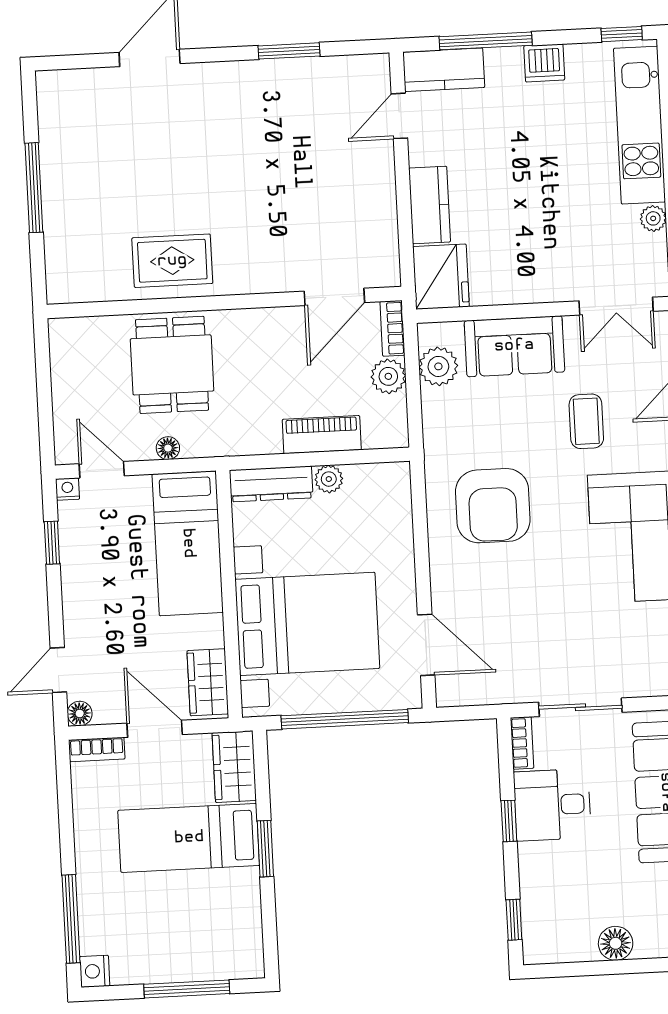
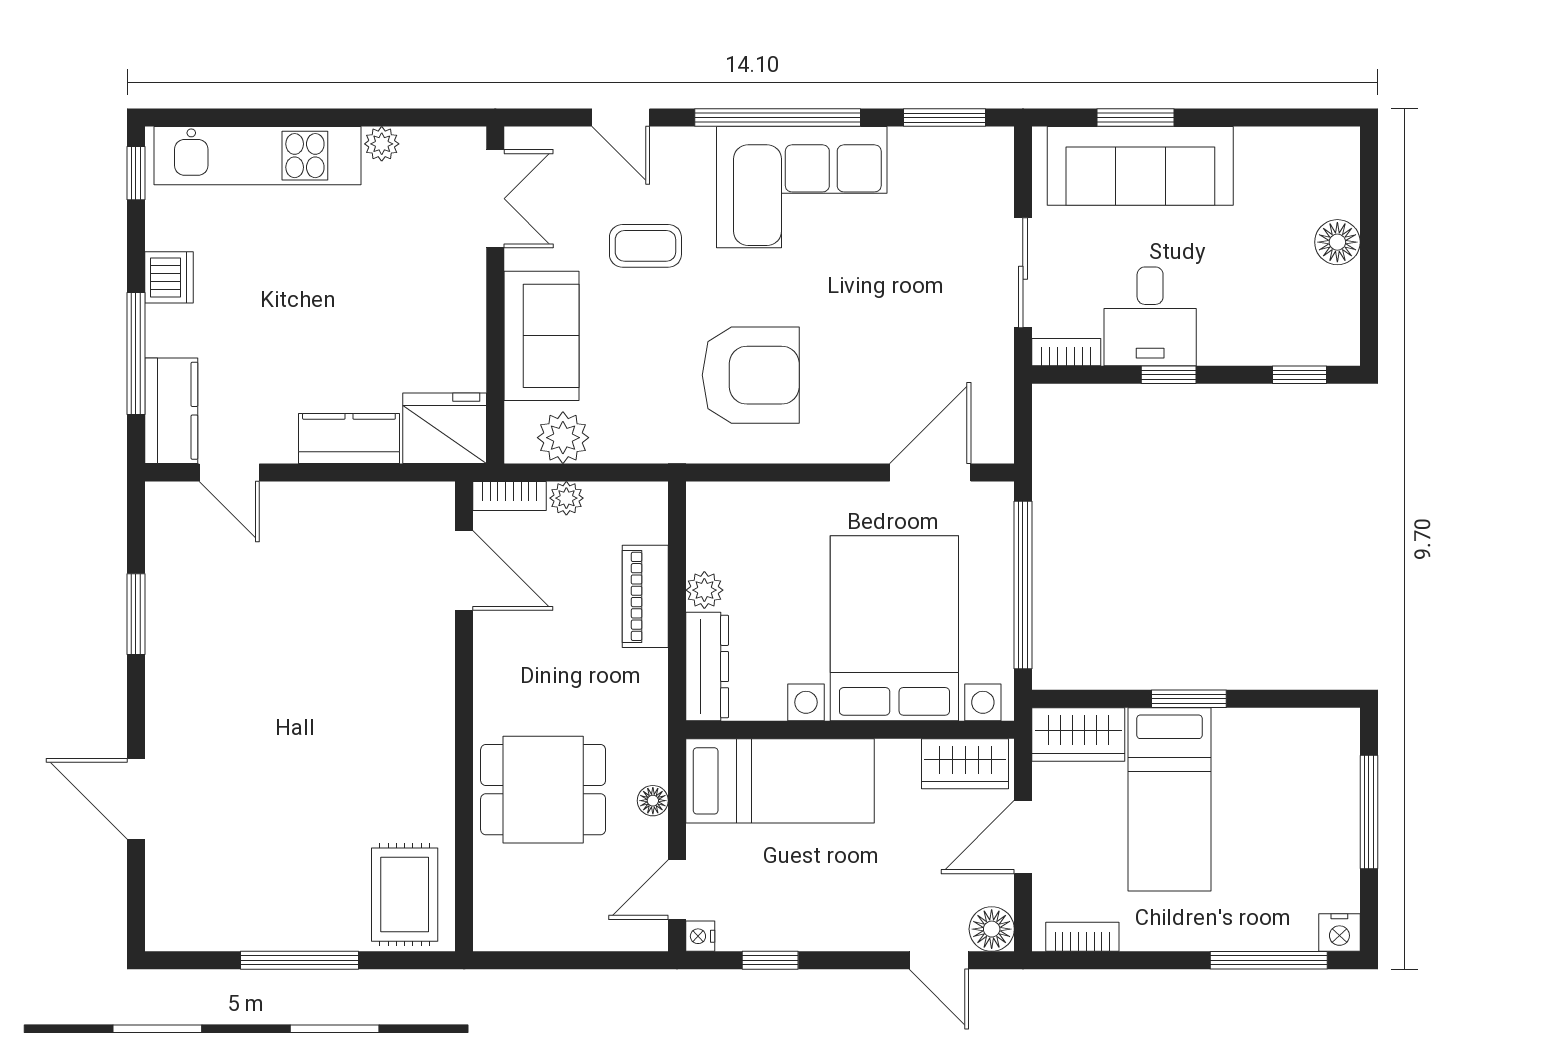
rug: (172, 261) -> (405, 895), moved
plant: (388, 376) -> (566, 498), width x0.73, depth x0.73
floor lamp: (80, 714) -> (992, 929), width x1.37, depth x1.37
bookcase: (97, 750) -> (1082, 937), moved, turned -90

